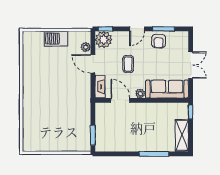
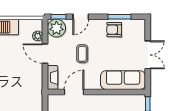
door: (137, 29) -> (81, 17), moved
armchair: (159, 41) -> (114, 30), turned 90
plant: (140, 94) -> (95, 85), removed
door: (120, 100) -> (74, 92), hinge flipped

